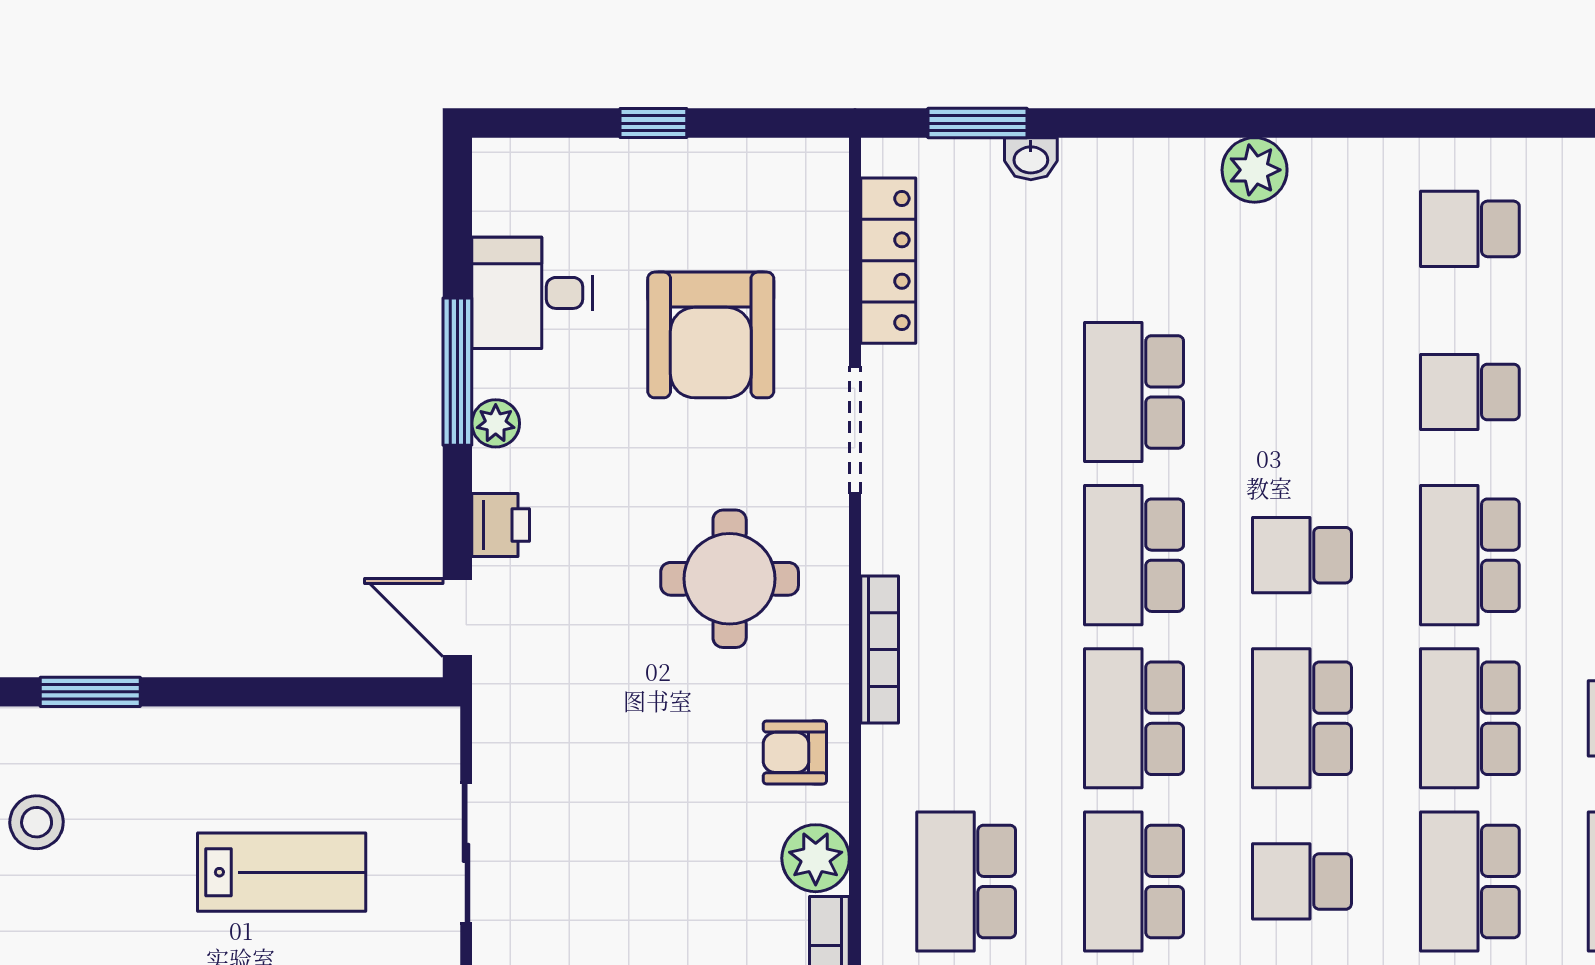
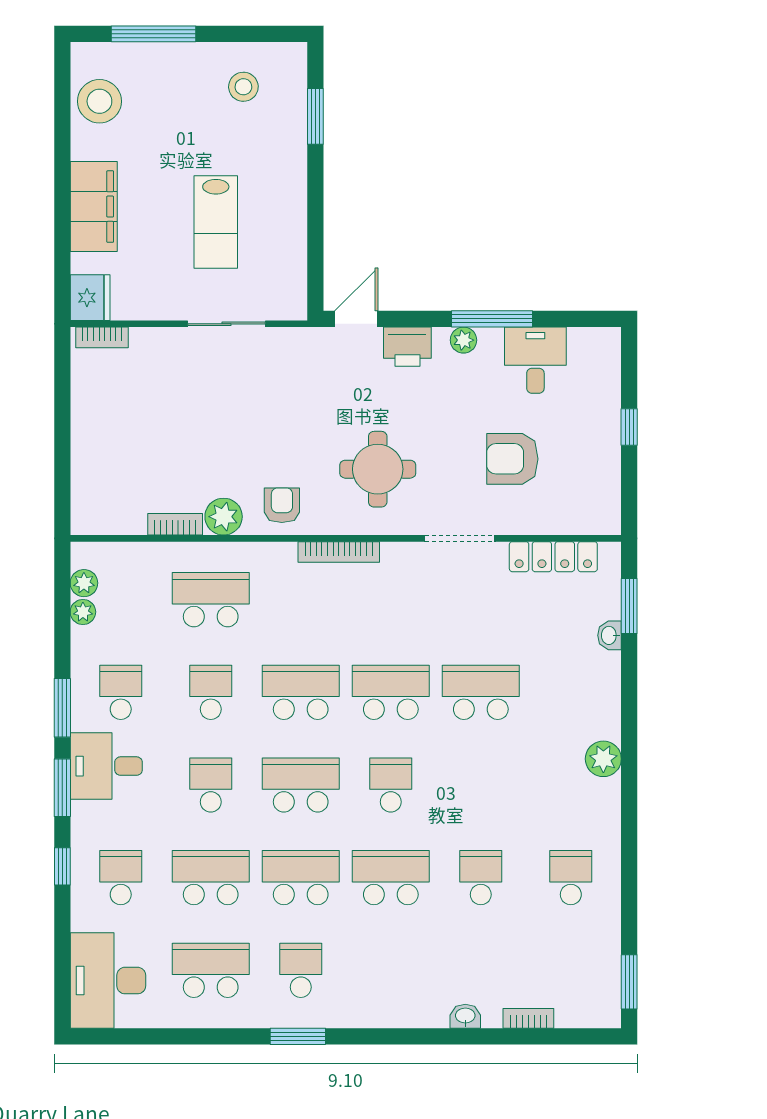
armchair: (711, 335) -> (512, 459), width x0.73, depth x0.73
printer: (501, 525) -> (407, 347), width x1.36, depth x1.24
school desk: (1134, 881) -> (211, 692), width x0.54

